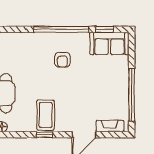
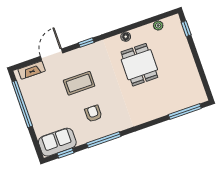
window: (61, 29) -> (104, 140), width x0.68
coffee table: (46, 115) -> (79, 83), moved, turned 90

